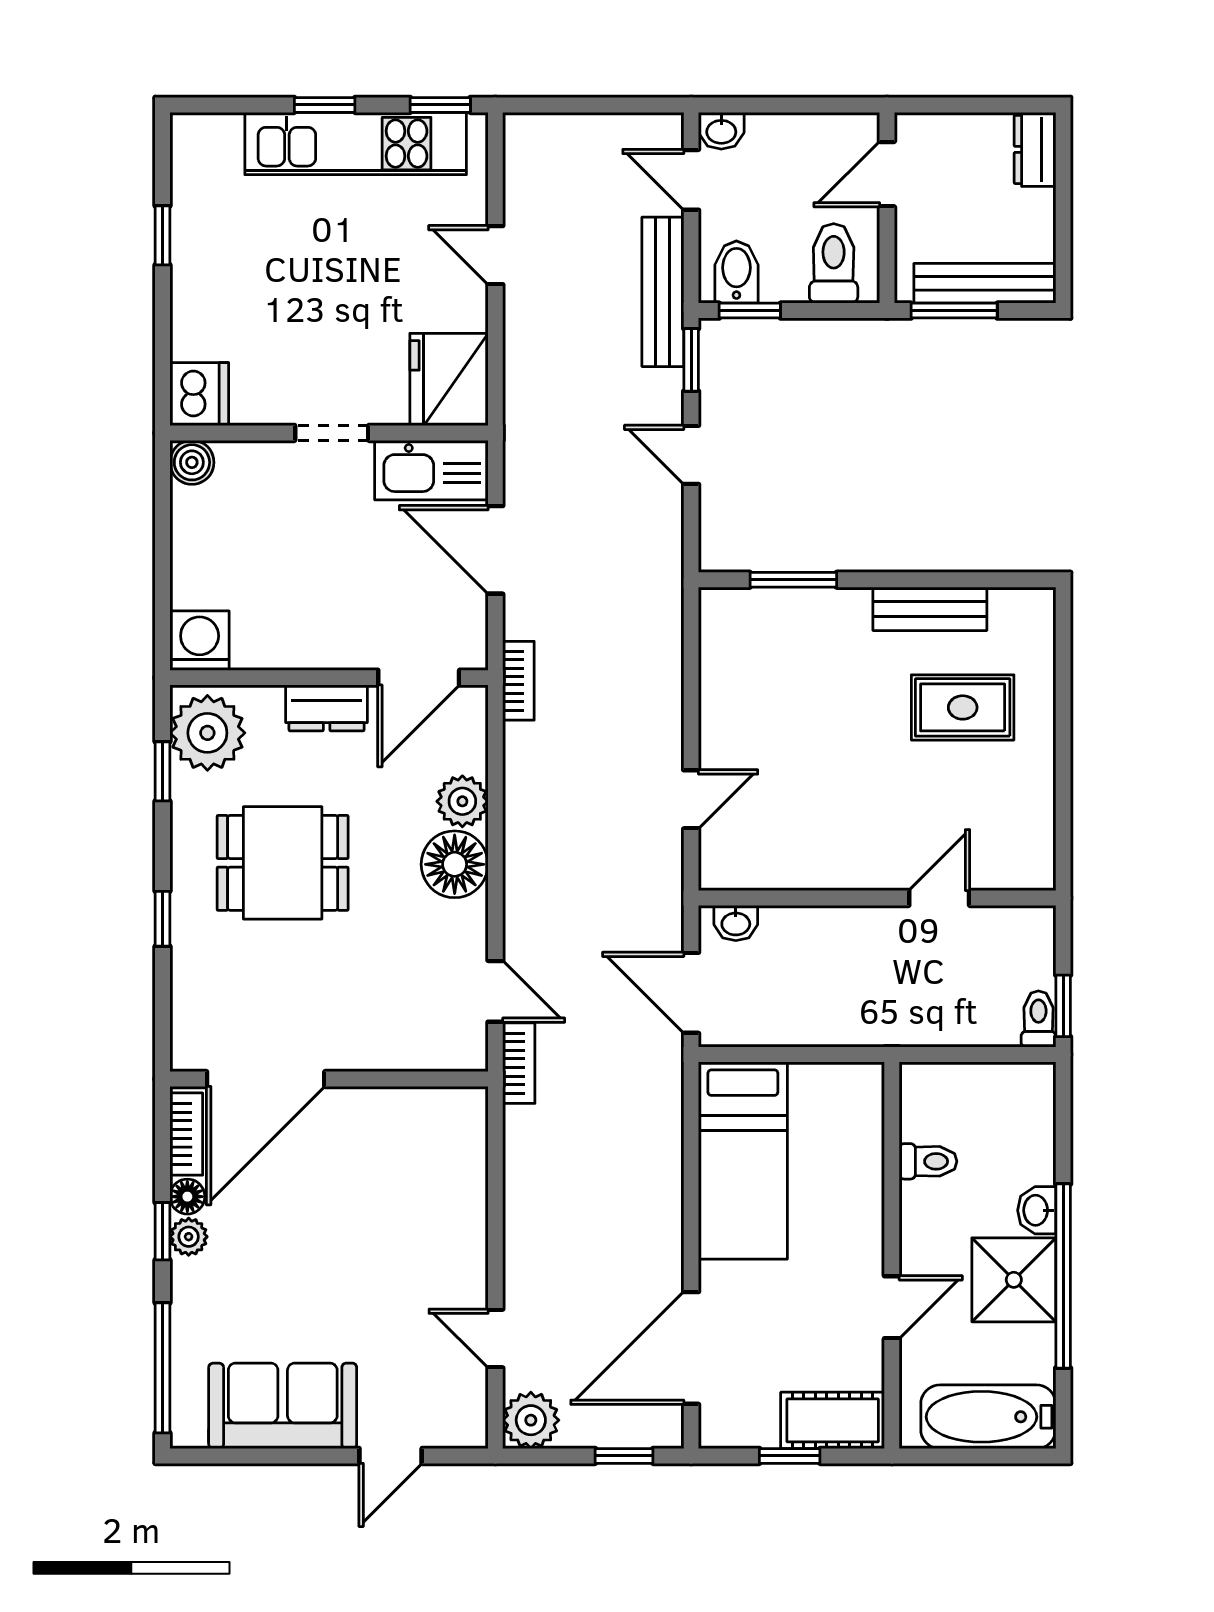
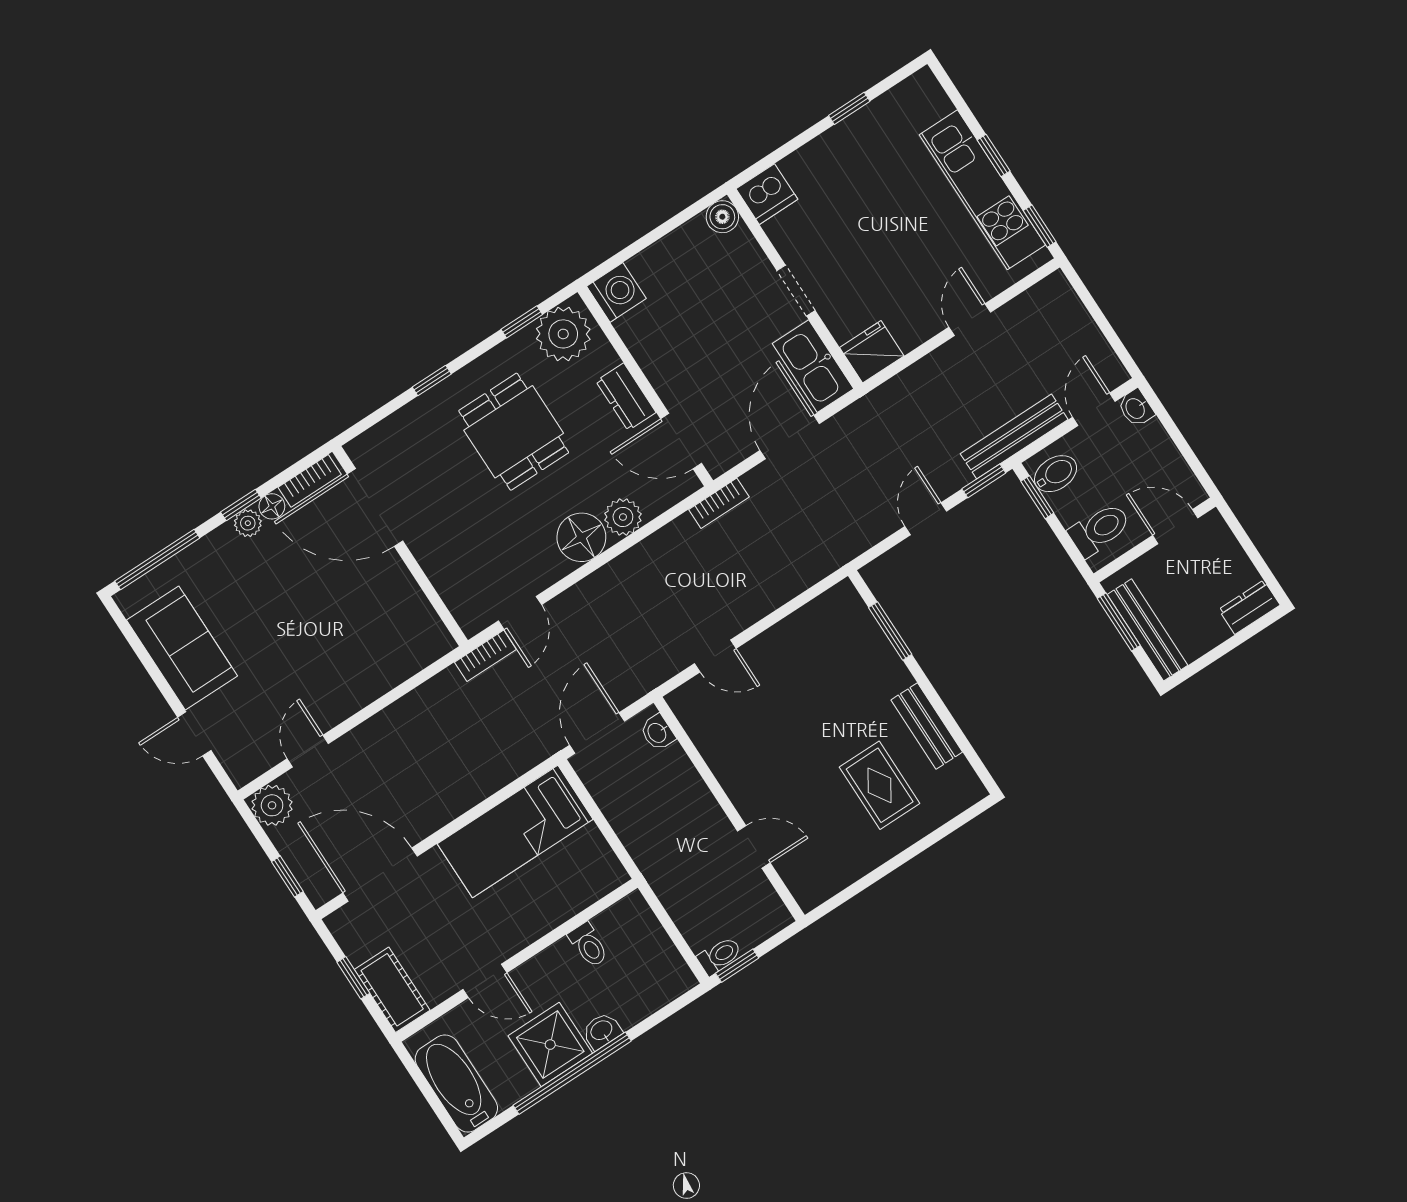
fridge: (449, 379) -> (872, 352), width x0.73, depth x0.75

